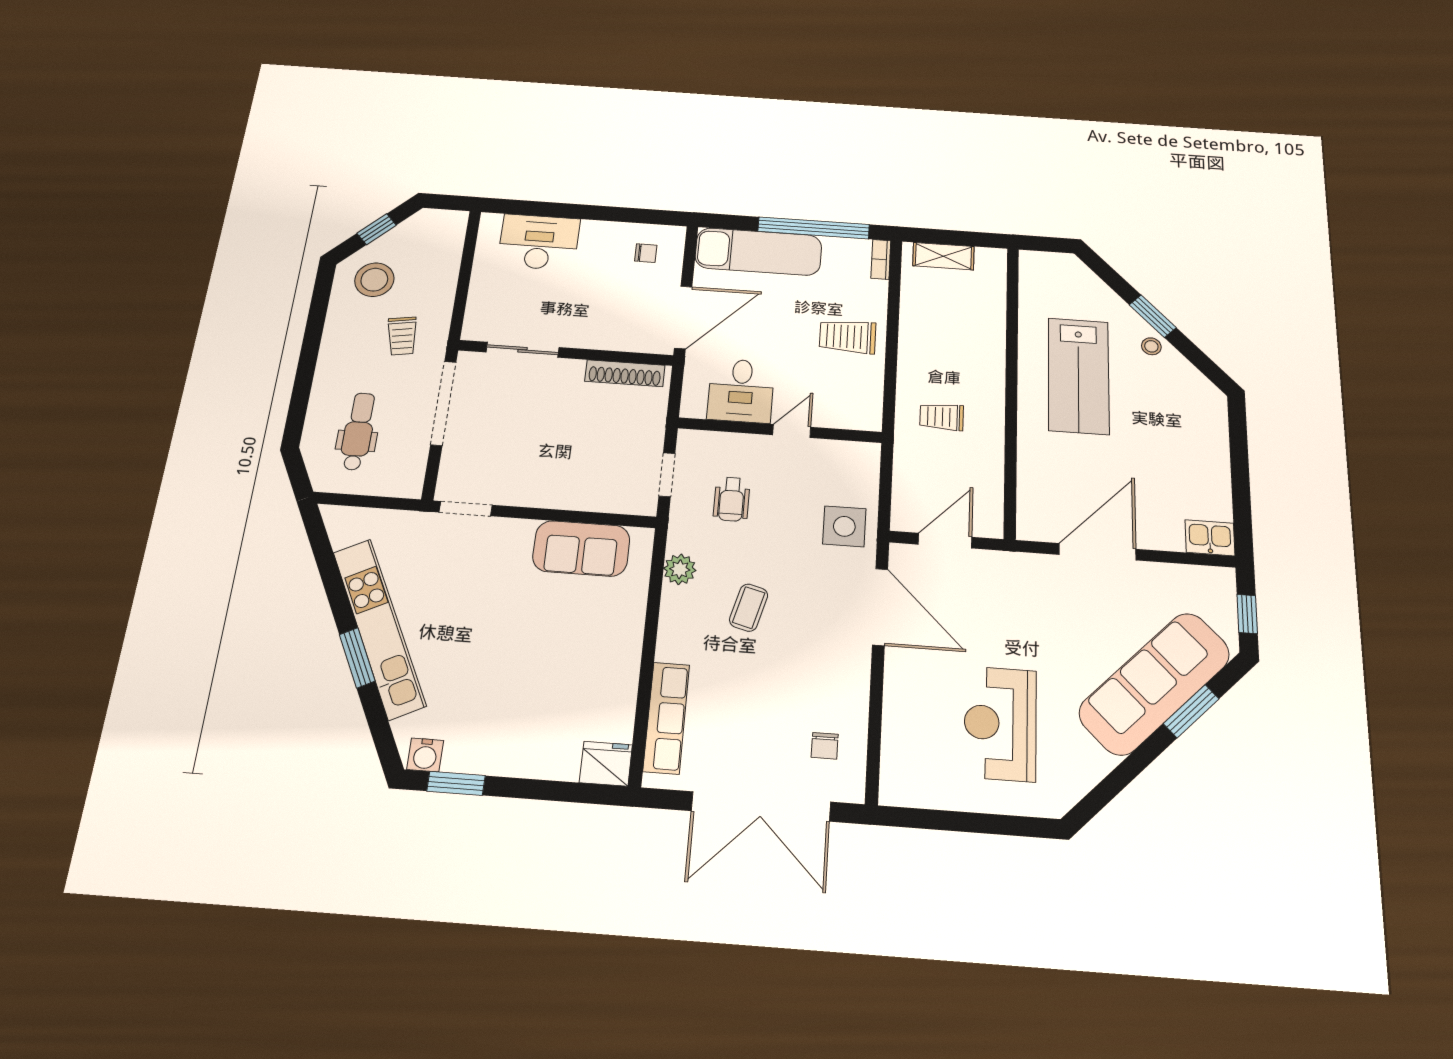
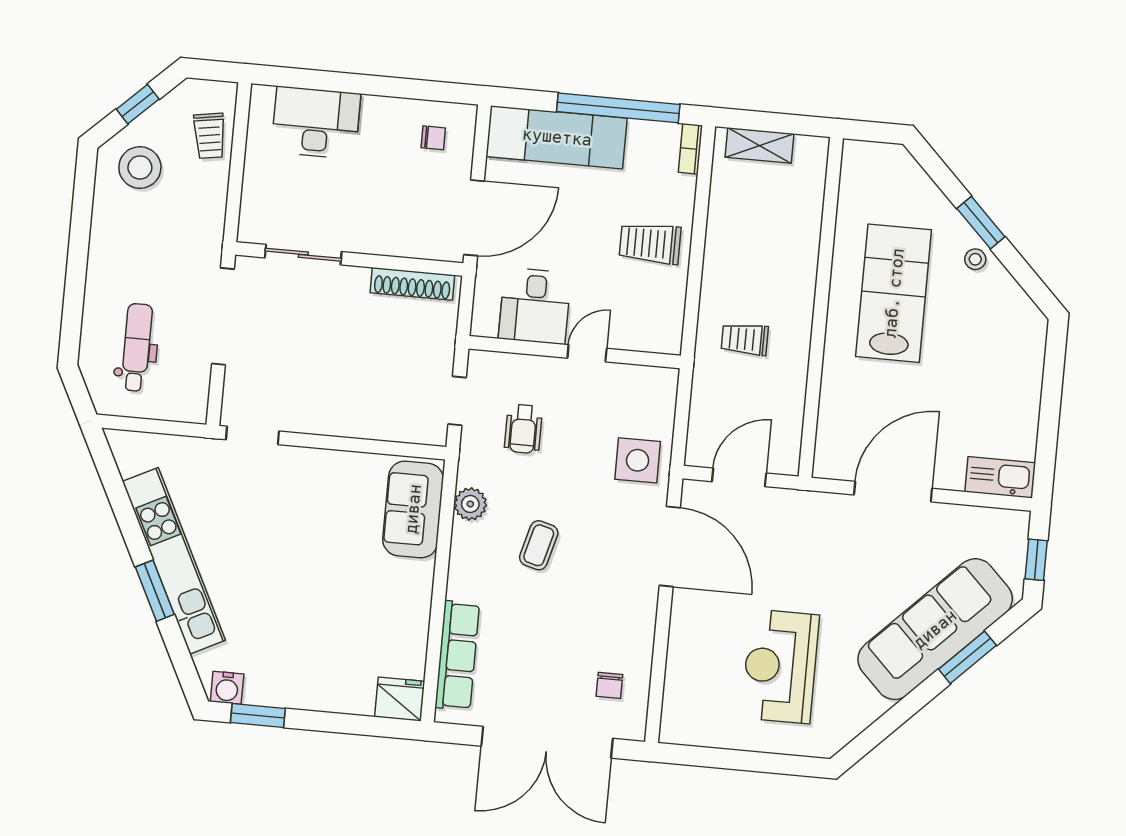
trolley: (402, 336) -> (210, 136), moved
lab bench: (1079, 376) -> (894, 293), turned 180
kitchen sink: (1210, 538) -> (1000, 477), width x1.38
sofa: (581, 548) -> (413, 509), moved, turned 90

